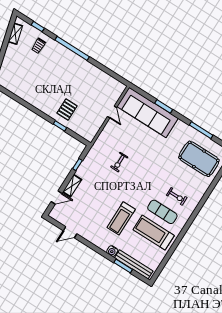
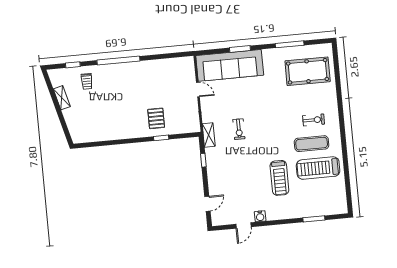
shelving: (15, 34) -> (62, 98), moved
shelving: (72, 186) -> (209, 135), moved
water cooler: (112, 251) -> (260, 216), moved
bench: (134, 264) -> (322, 210), removed

